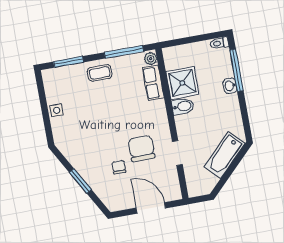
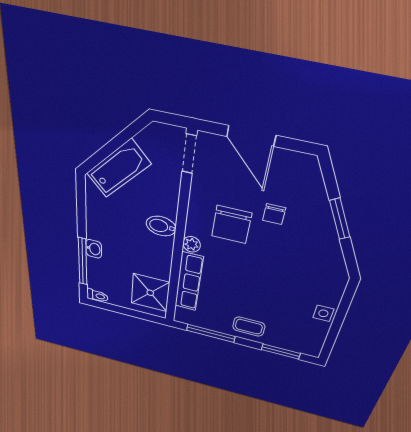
plant: (151, 59) -> (192, 244), moved
row of seats: (153, 83) -> (189, 282), width x1.48
shower: (182, 83) -> (150, 293), moved
bidet: (183, 106) -> (161, 226), moved
doorway: (177, 153) -> (189, 154), moved

